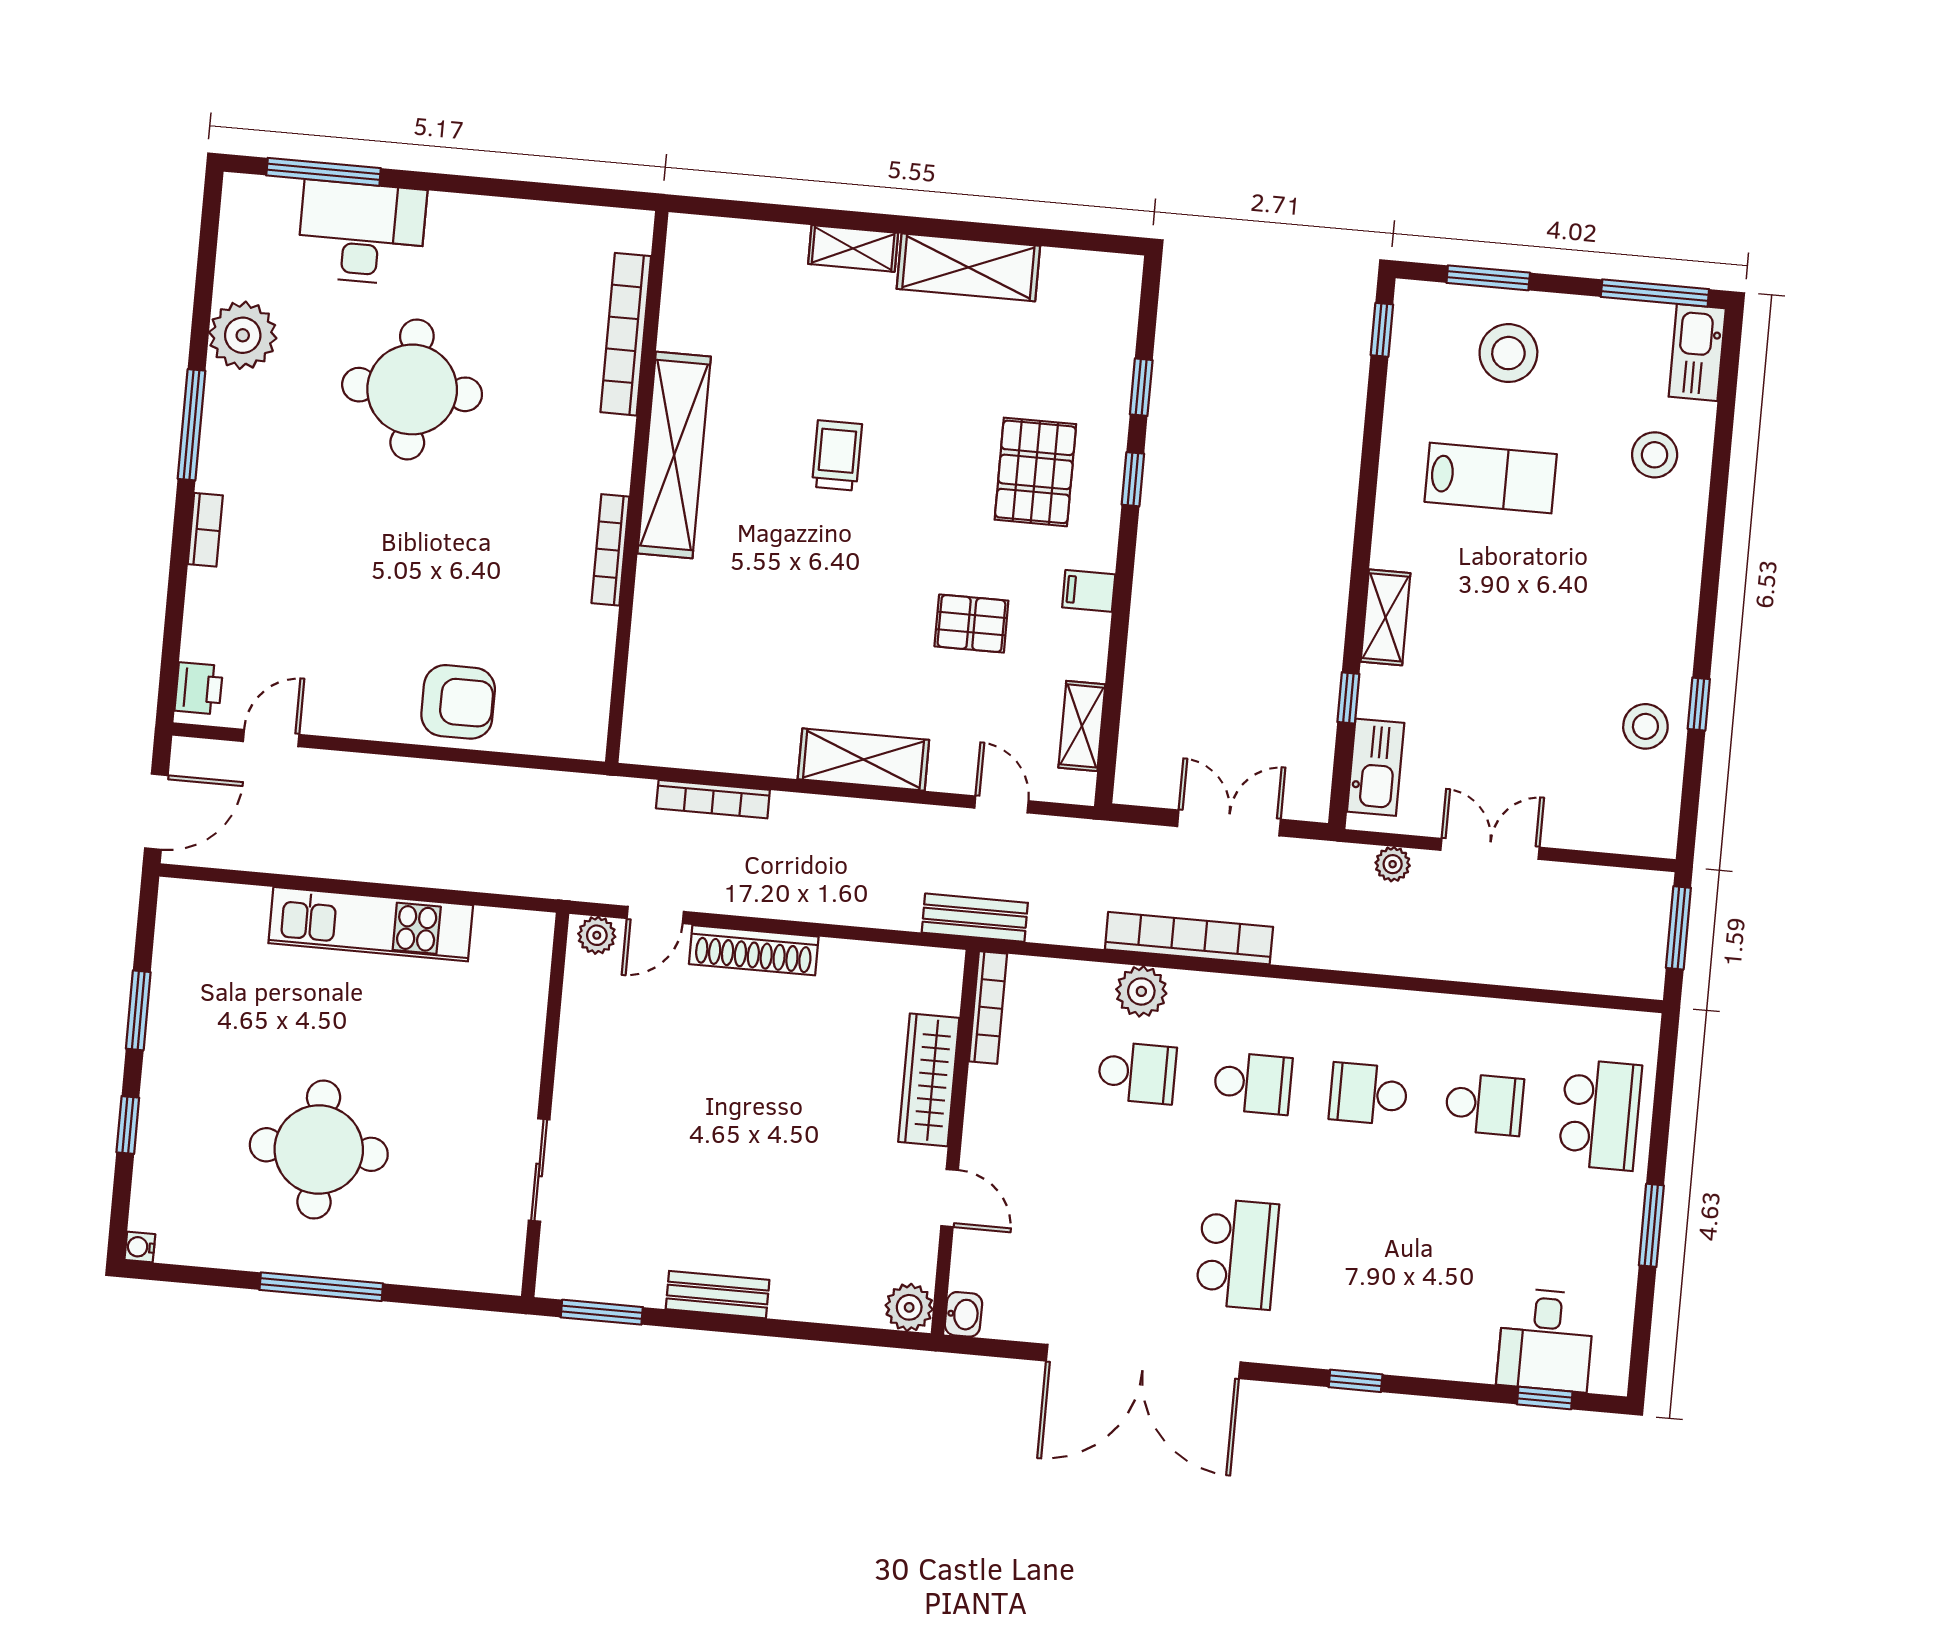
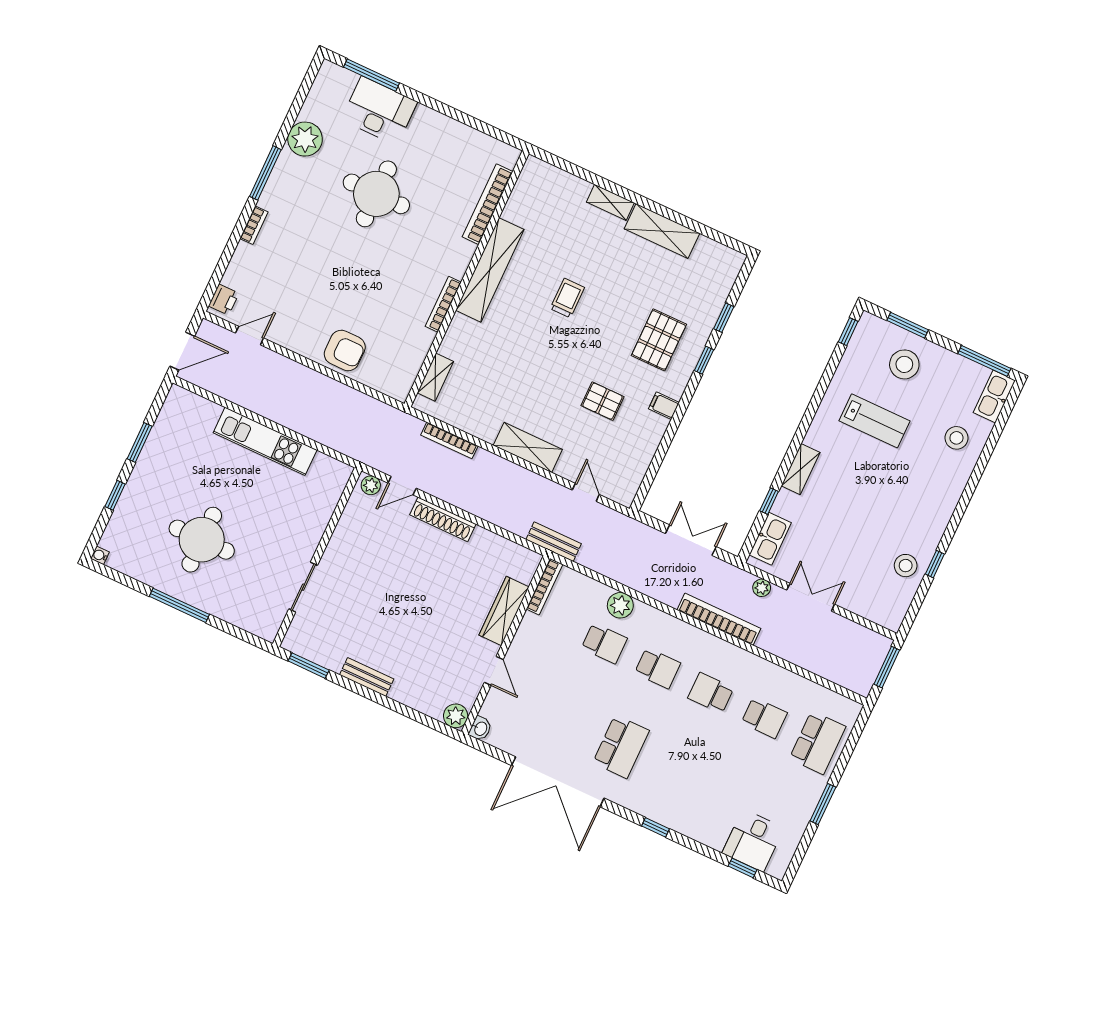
shelving: (1082, 726) -> (435, 377), moved
bookcase: (1189, 938) -> (719, 619), moved

